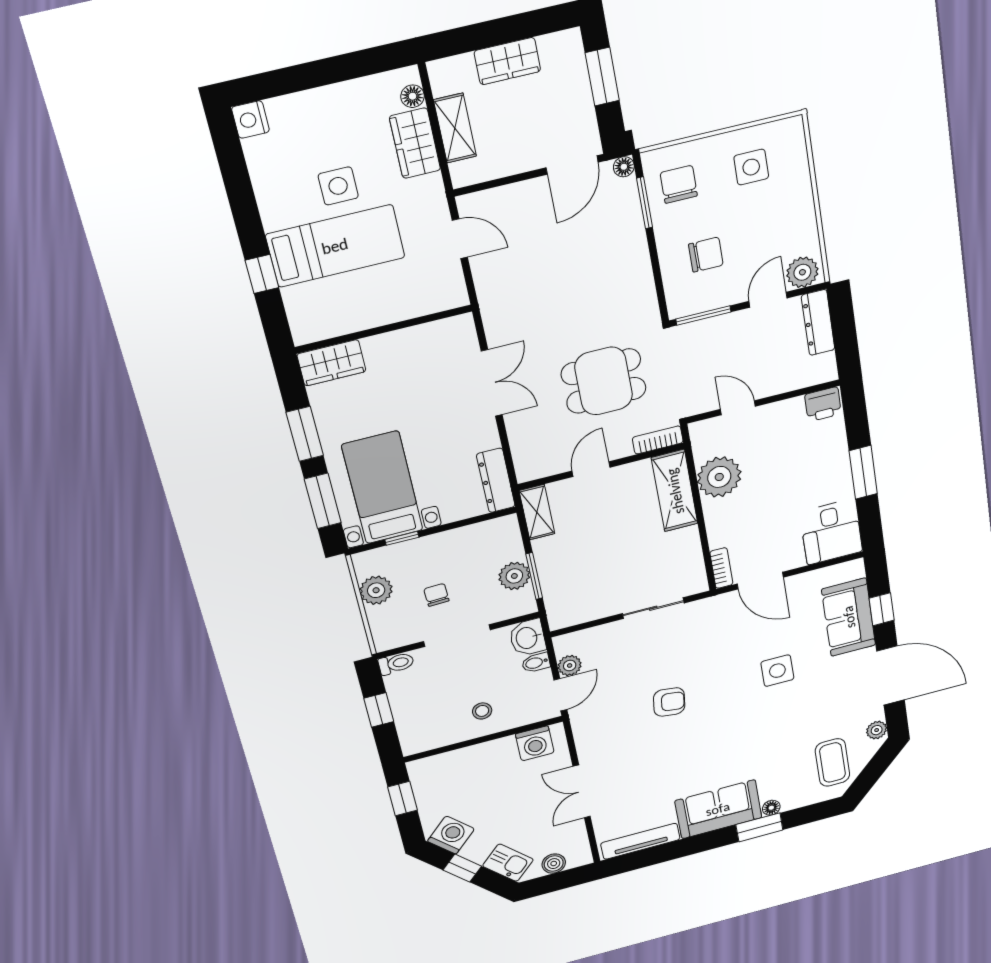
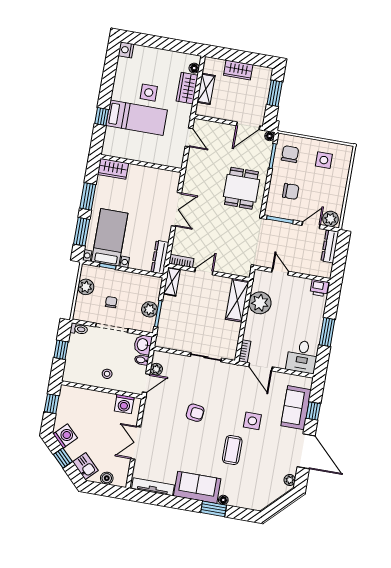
dining table: (604, 381) -> (241, 188), moved, turned 90
bookcase: (658, 440) -> (181, 261), moved
coffee table: (832, 763) -> (232, 450), moved

